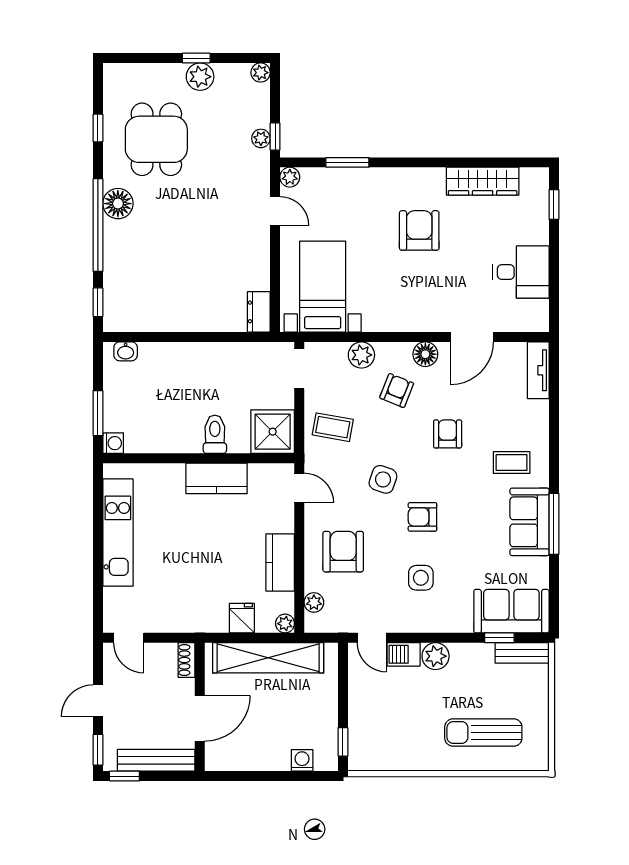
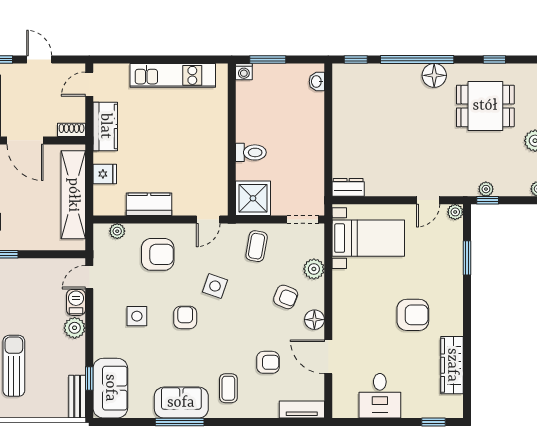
armchair: (448, 434) -> (268, 362), moved
kitchen counter: (217, 478) -> (105, 126), moved, turned 180
plant: (285, 624) -> (100, 208), removed

